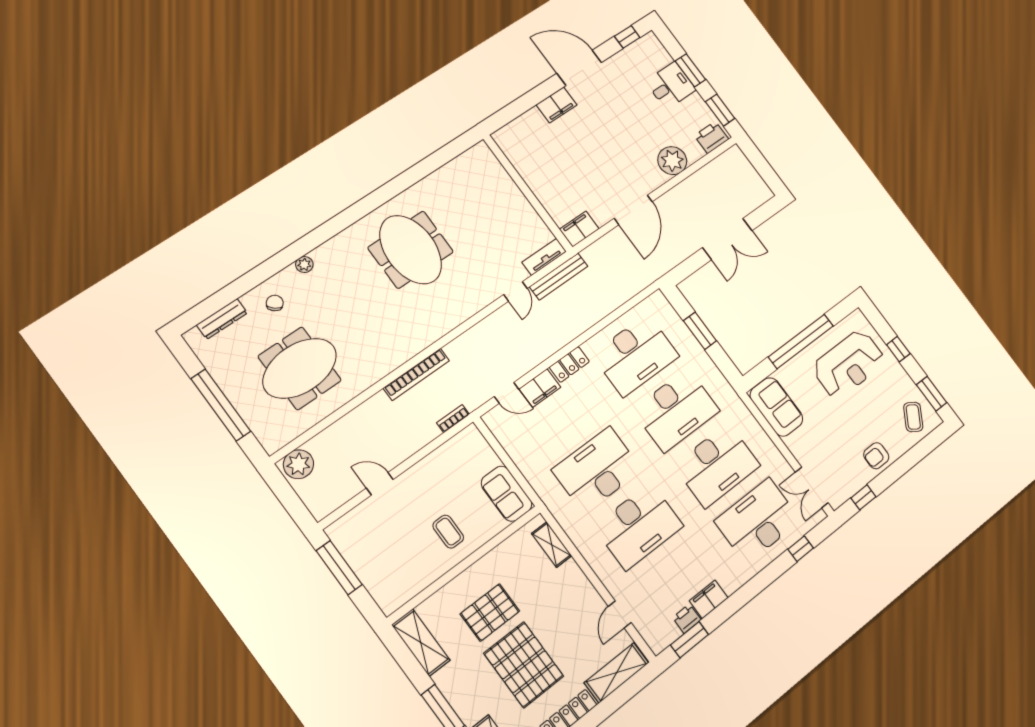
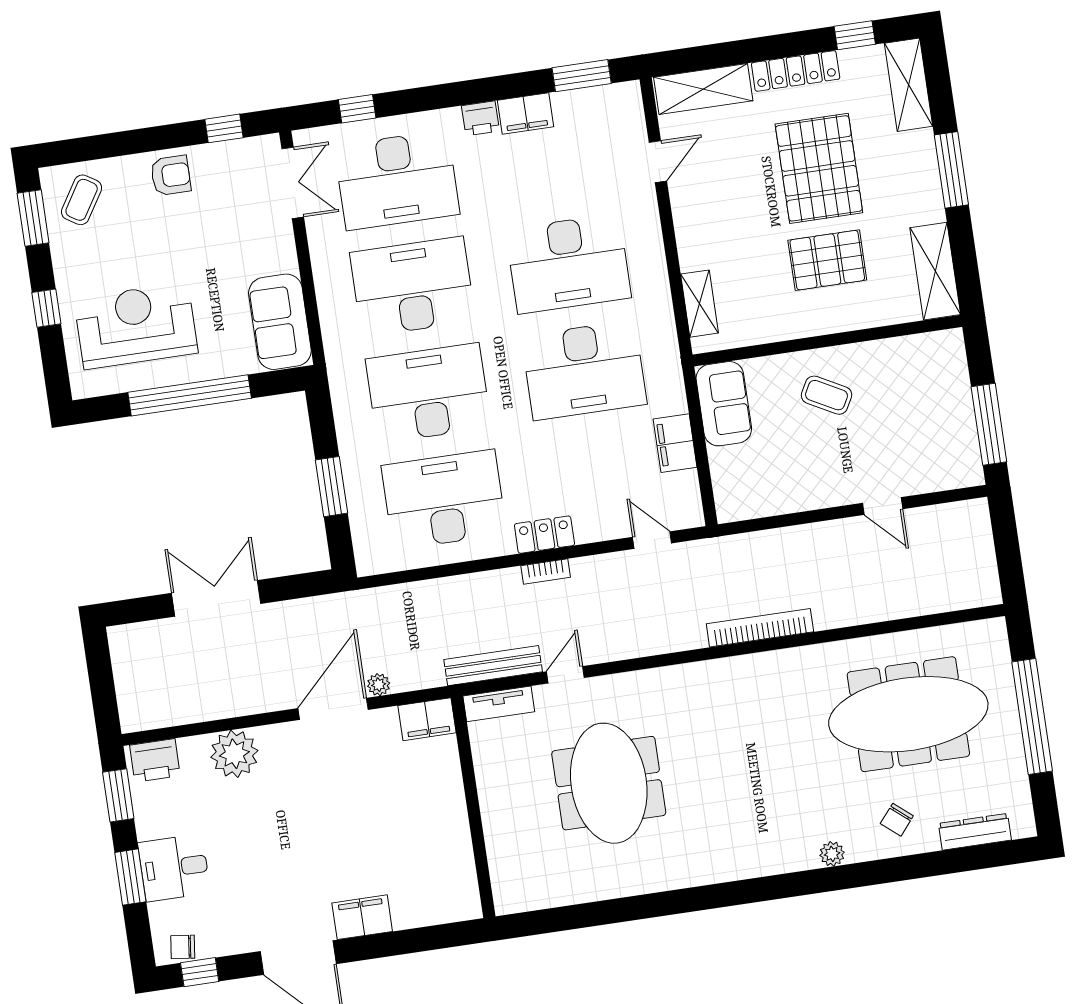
chair: (643, 46) -> (183, 947), added
meeting table: (411, 250) -> (609, 783), moved
meeting table: (300, 368) -> (908, 714), width x1.36
filing cabinet: (540, 388) -> (675, 443), moved, turned -90
bookcase: (453, 419) -> (546, 571), moved
plant: (298, 464) -> (379, 685), moved, width x0.53, depth x0.53
desk: (639, 526) -> (568, 264), turned 180
coffee table: (448, 532) -> (827, 395), turned -62
printer: (687, 619) -> (480, 118), moved

